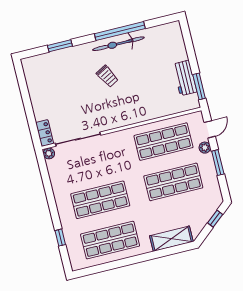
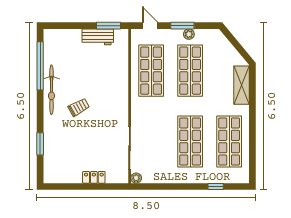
window: (120, 31) -> (40, 66), moved
locker: (45, 133) -> (94, 177), moved
plant: (205, 148) -> (189, 34), moved
window: (215, 219) -> (233, 41), removed

